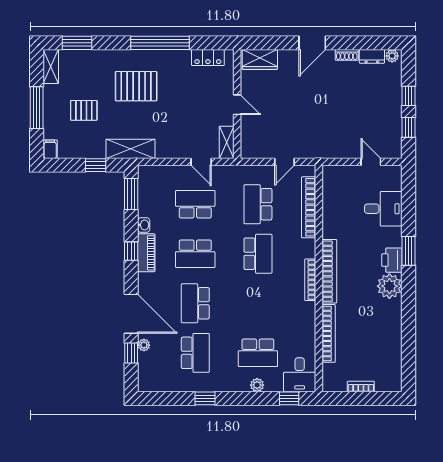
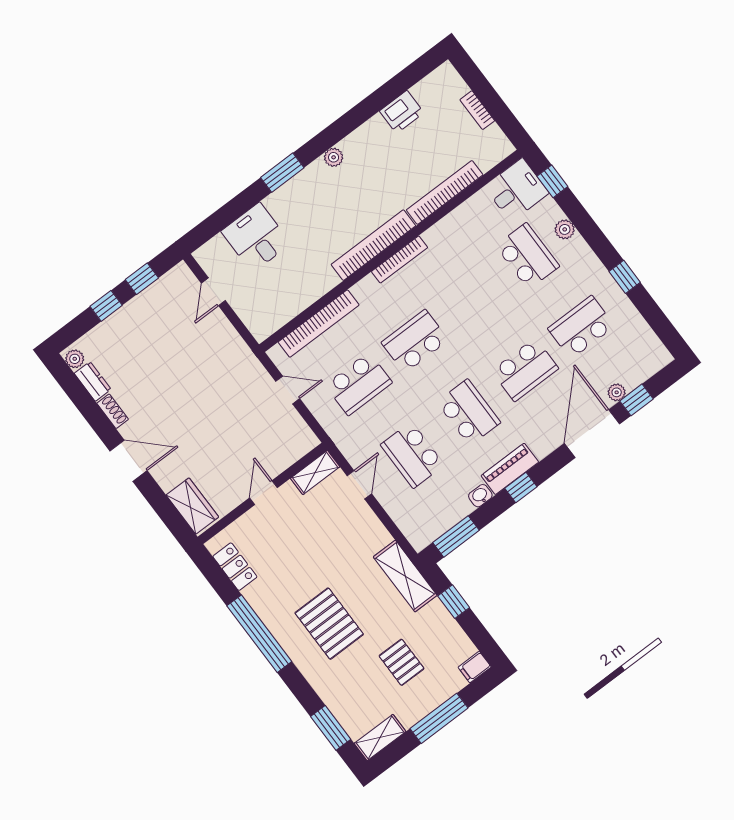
printer: (392, 260) -> (402, 112), moved
plant: (389, 286) -> (334, 157), width x0.53, depth x0.53

